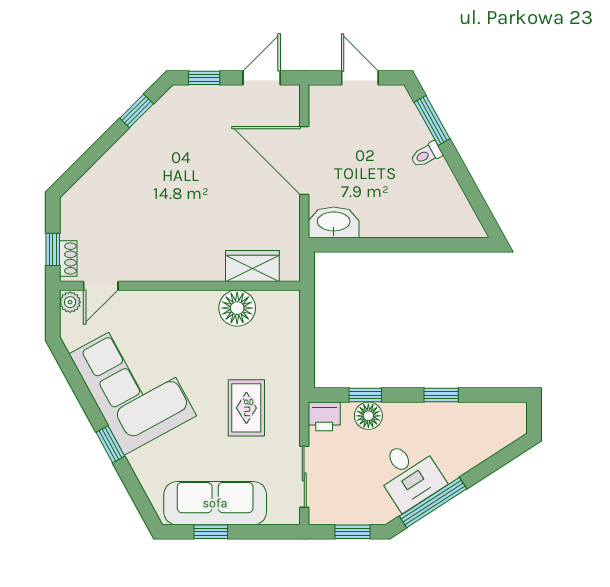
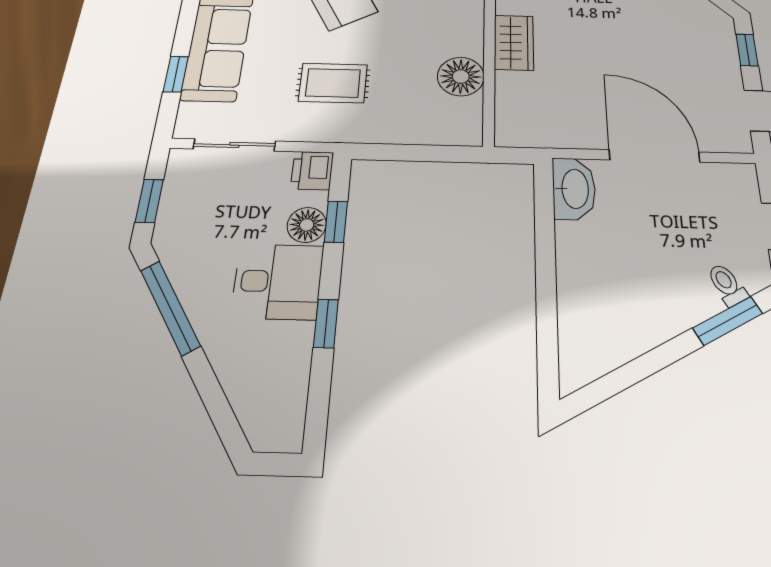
toilet: (426, 155) -> (727, 285), moved
door: (304, 161) -> (654, 156), hinge flipped
wardrobe: (252, 266) -> (514, 42), moved
desk: (409, 474) -> (278, 281), moved, turned -147
window: (211, 532) -> (176, 74), moved

